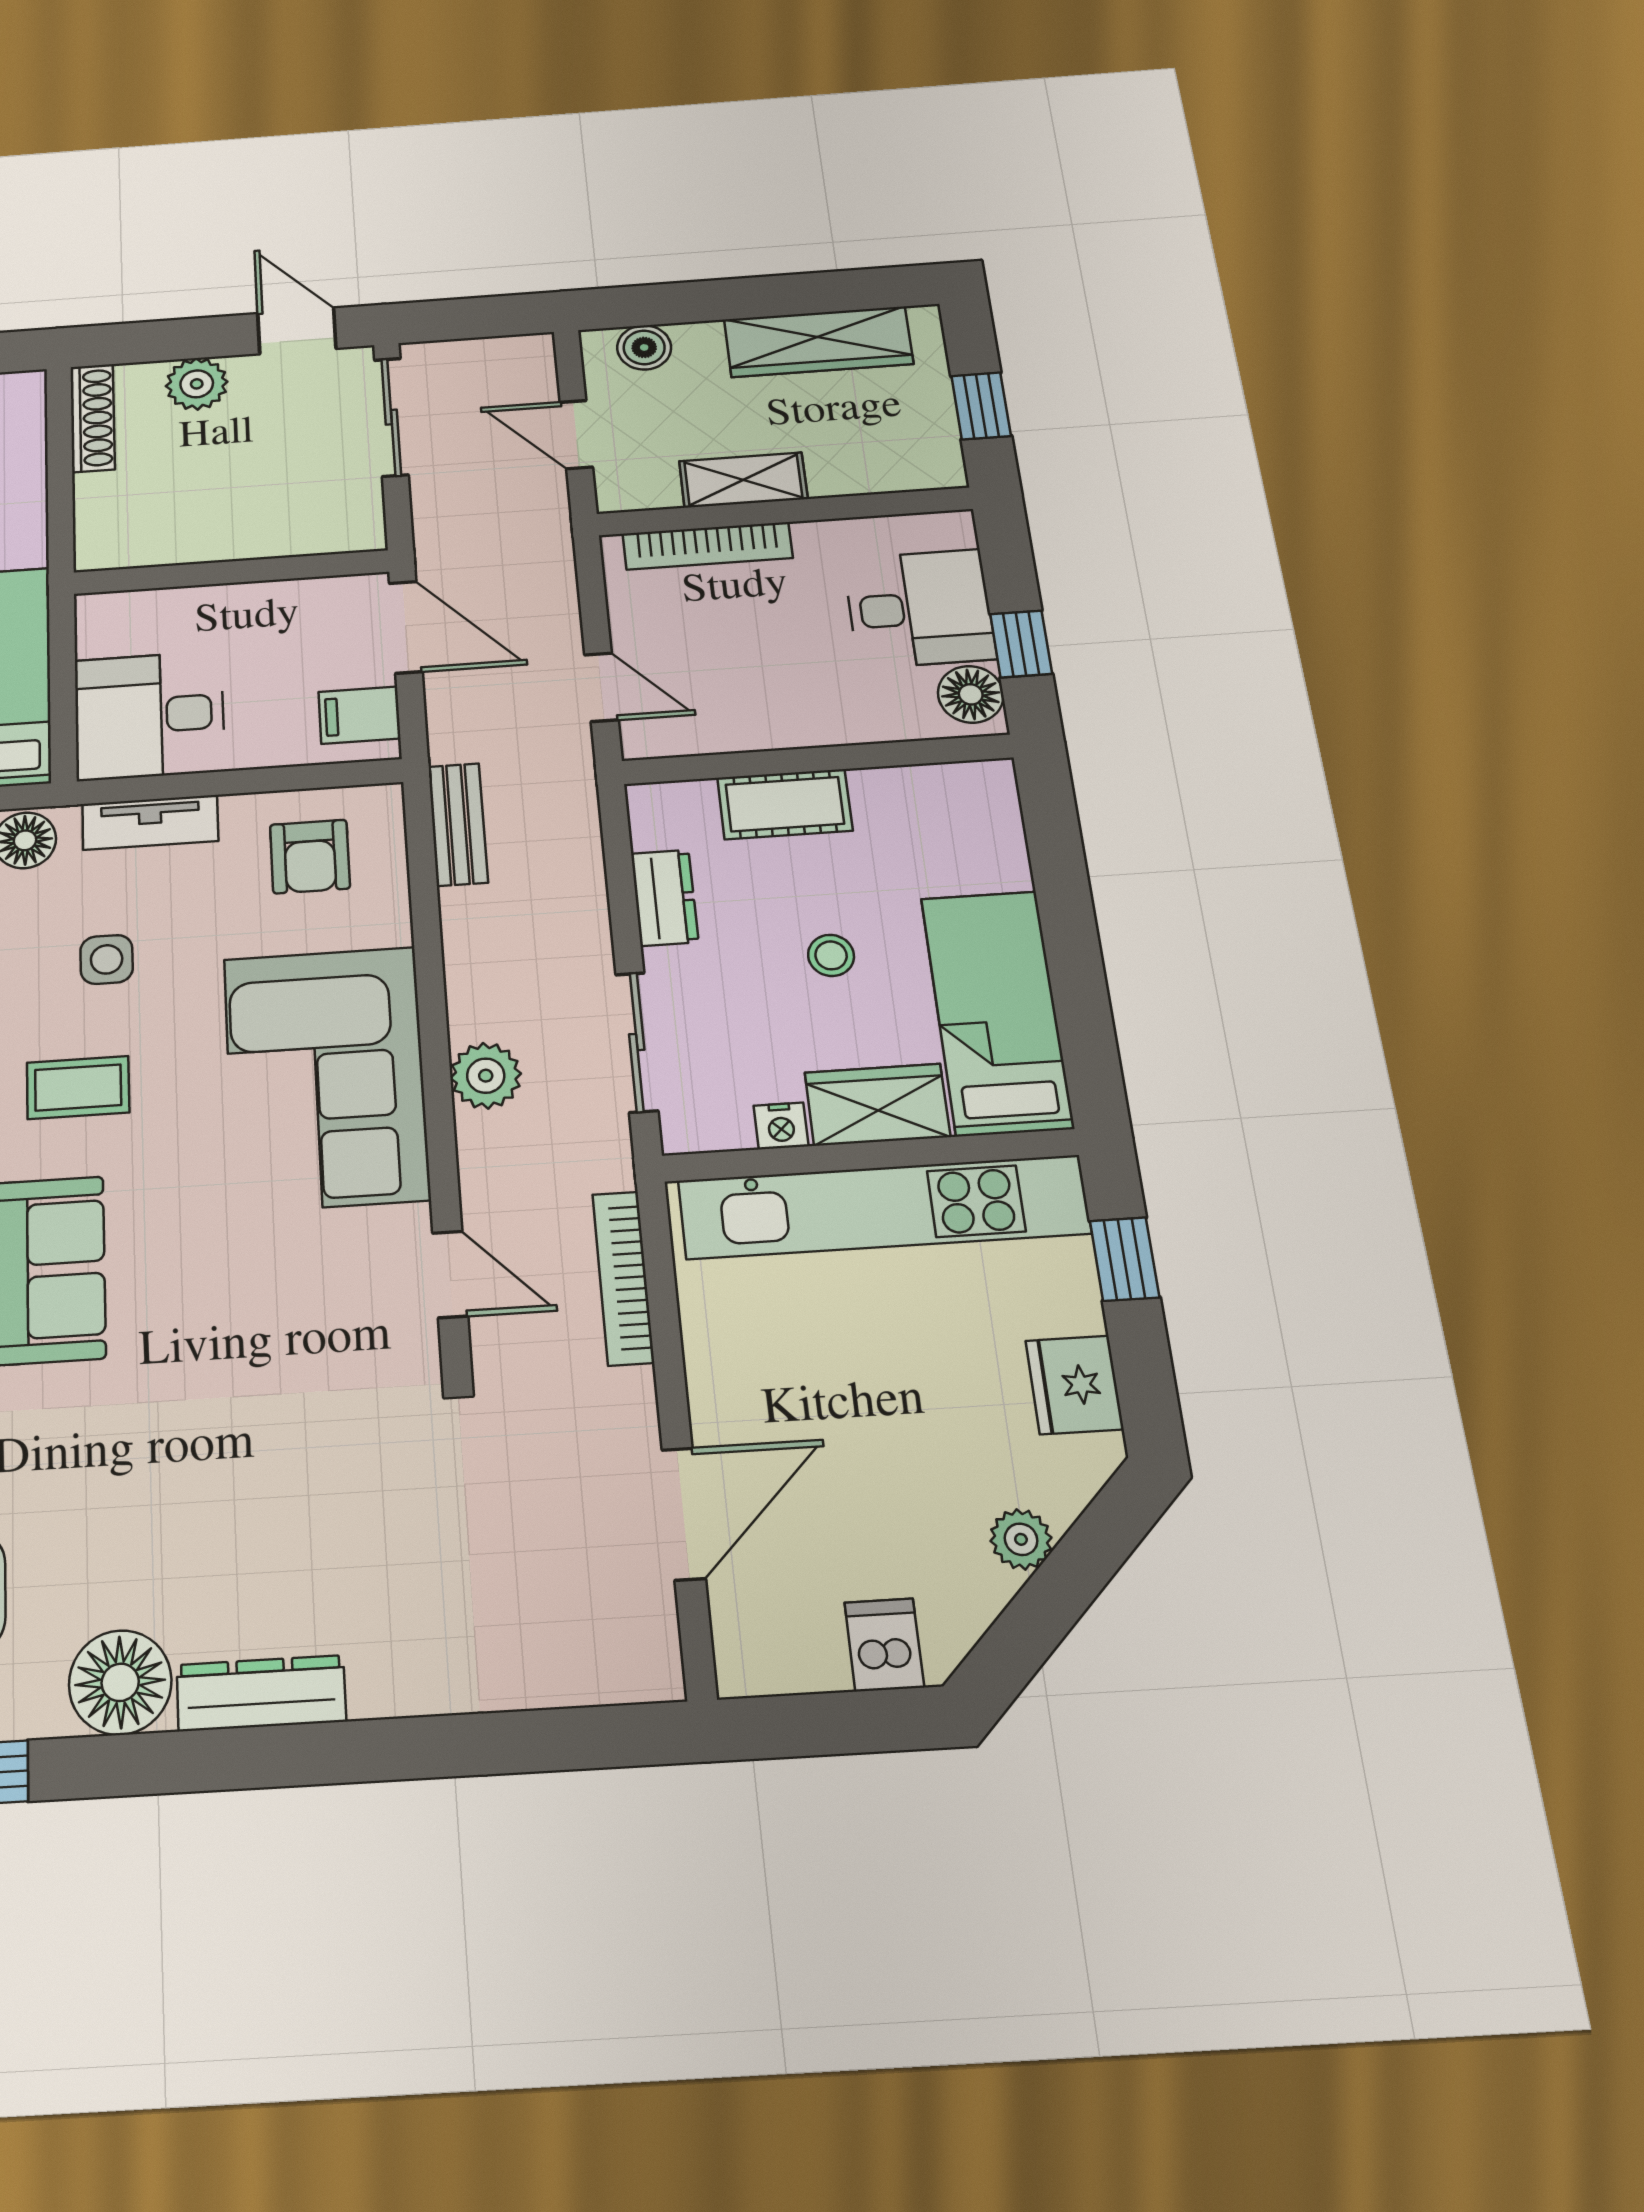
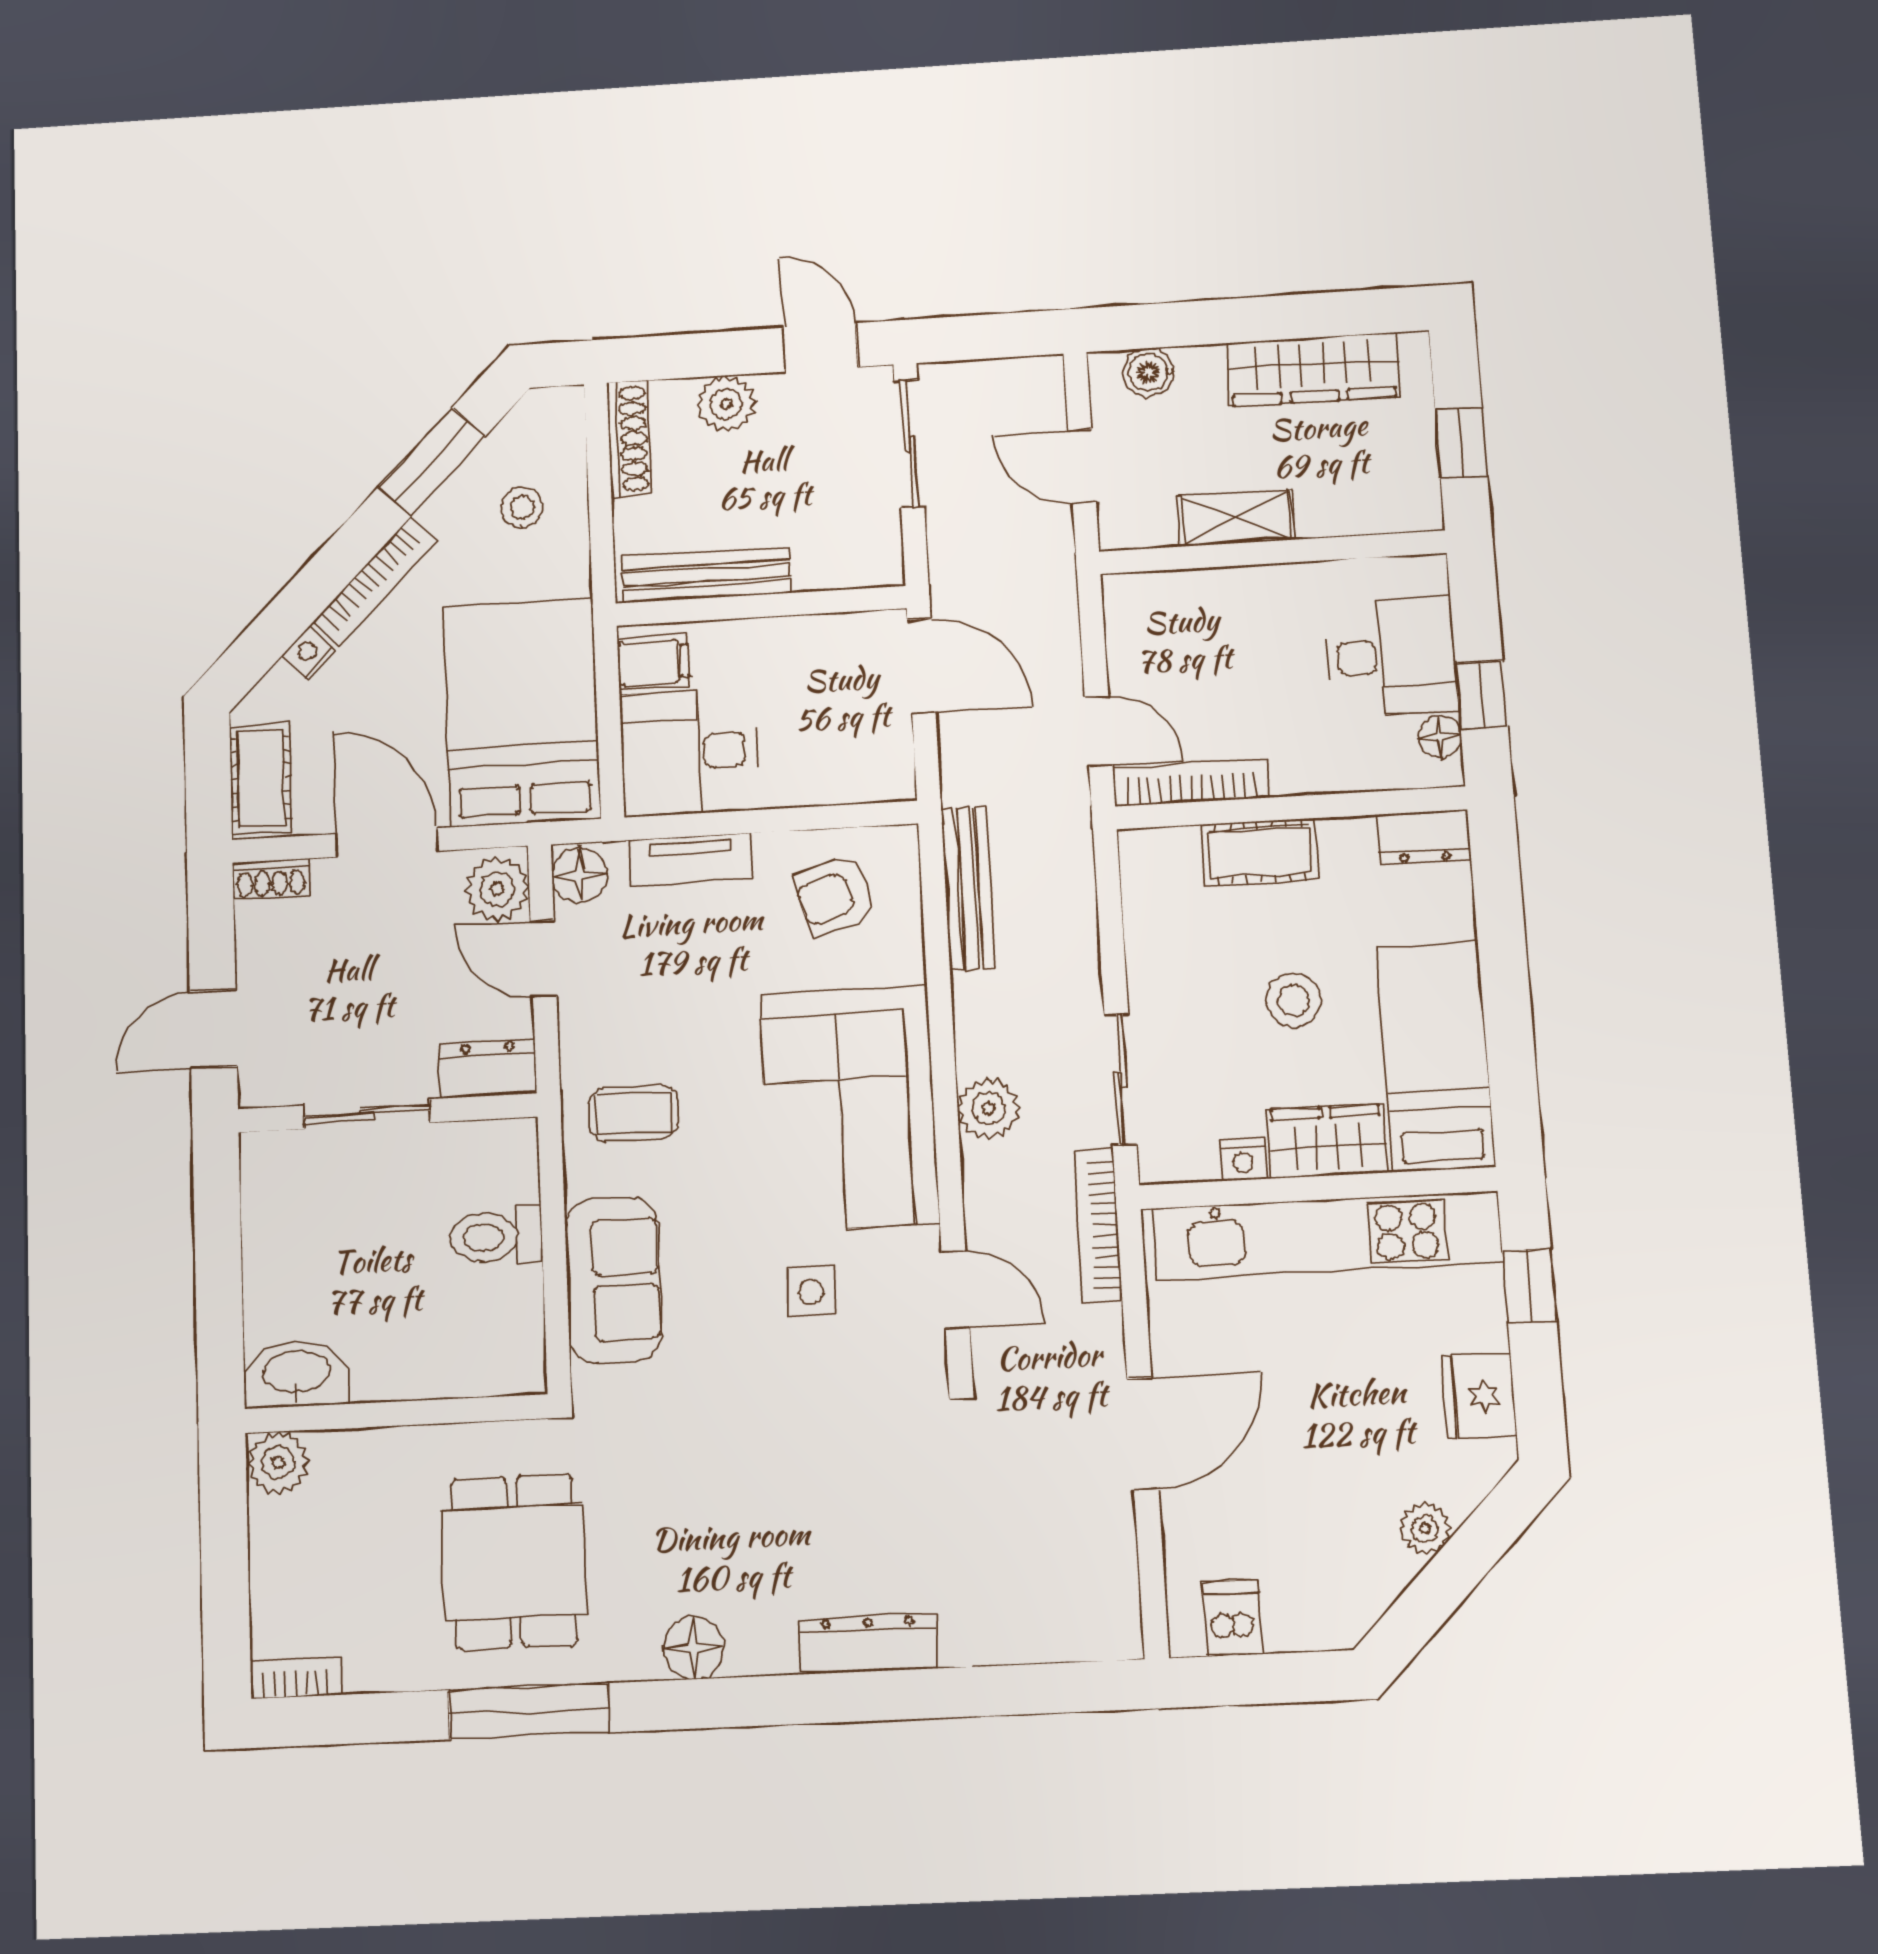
bench: (172, 544) -> (706, 575), added
bookcase: (707, 546) -> (1191, 783), moved, turned 180
floor lamp: (971, 694) -> (1440, 737), width x0.73, depth x0.73
filing cabinet: (359, 715) -> (653, 662), moved, turned 180
bench: (458, 824) -> (968, 888), width x1.36
armchair: (310, 857) -> (835, 896), turned 73
dresser: (665, 898) -> (1424, 837), moved, turned 90
stool: (831, 955) -> (1294, 1000), width x1.37, depth x1.37
side table: (107, 959) -> (811, 1292), moved
bookcase: (623, 1278) -> (1098, 1225), moved
door: (684, 1514) -> (1143, 1434), moved
dishwasher: (884, 1645) -> (1232, 1618), moved
floor lamp: (120, 1682) -> (694, 1648), width x0.73, depth x0.73
dresser: (261, 1693) -> (869, 1644), moved

